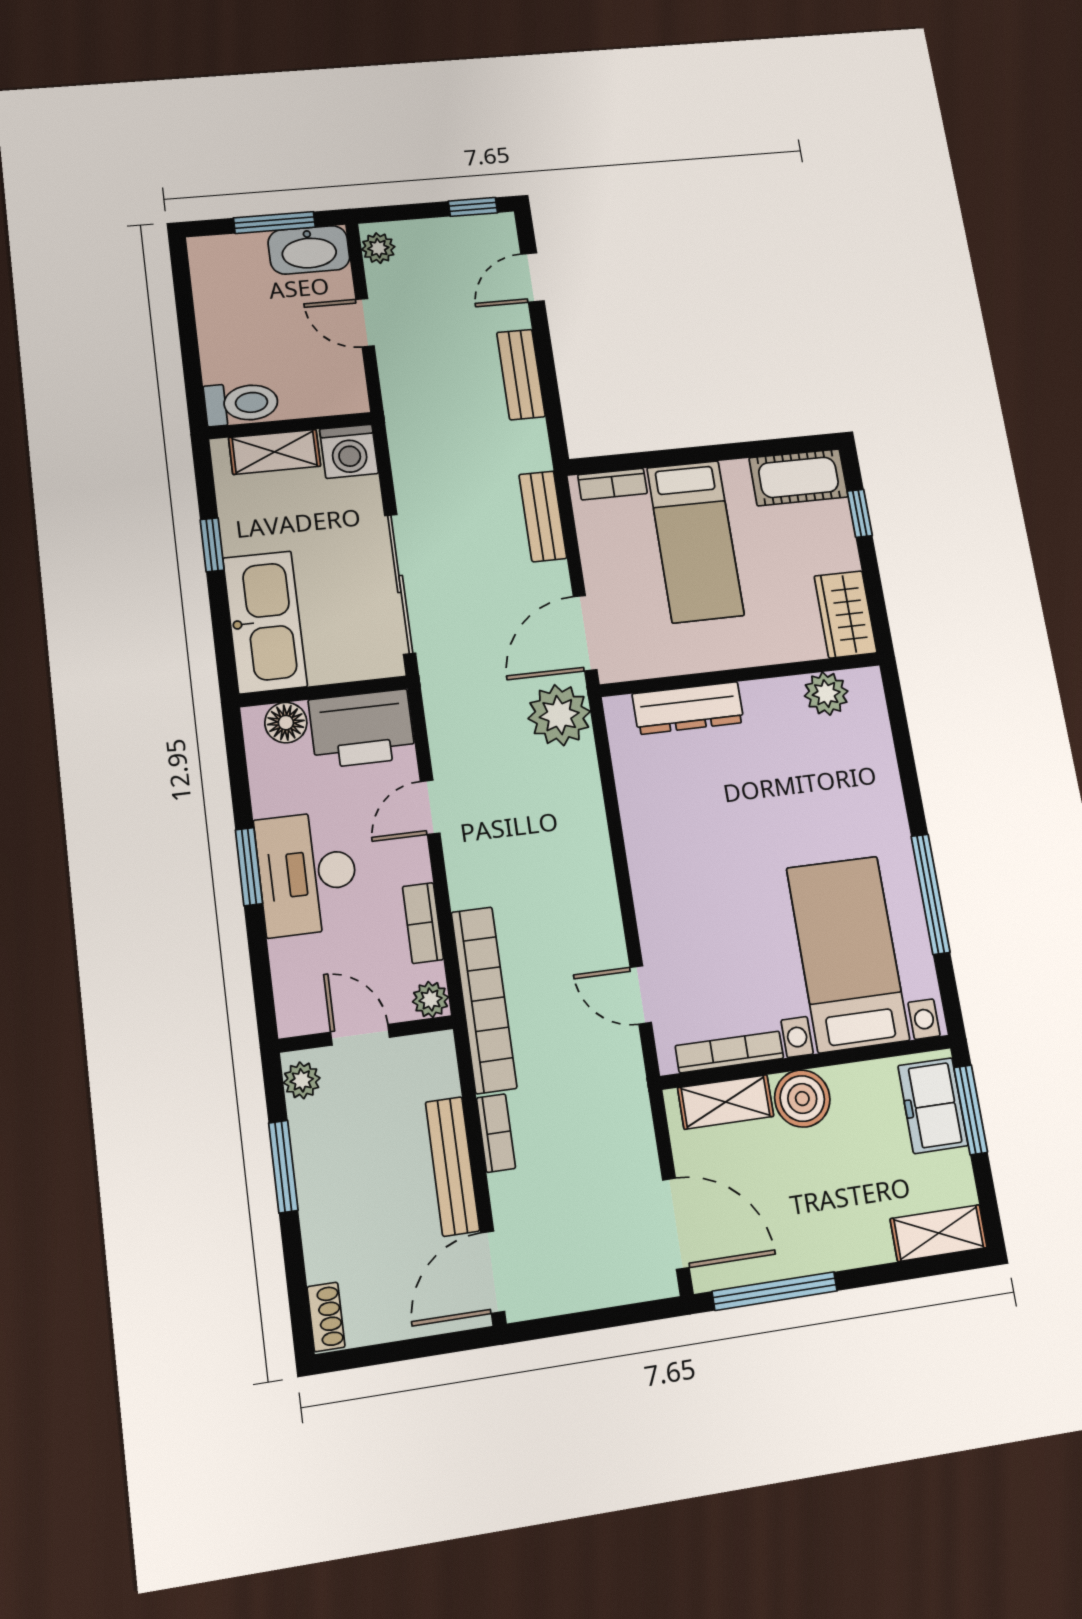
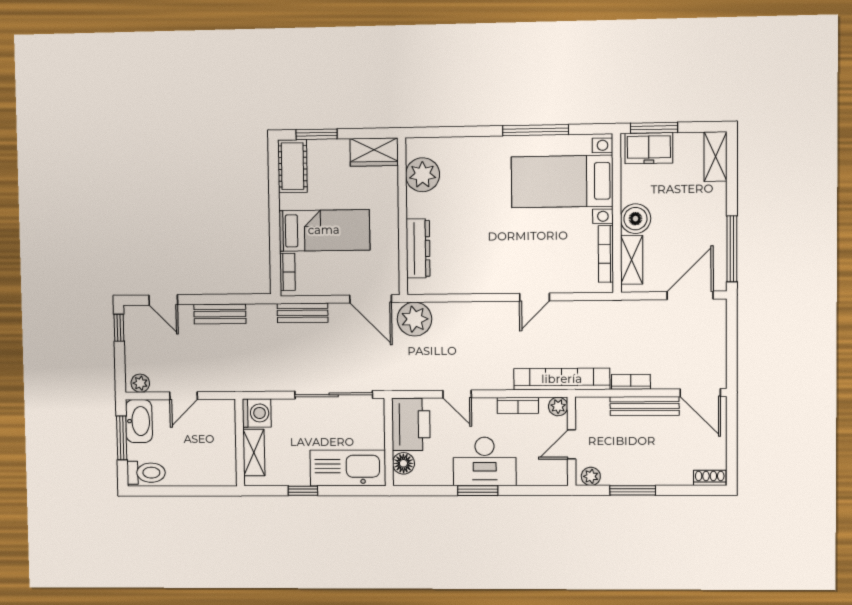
toilet: (241, 403) -> (146, 473), moved, turned 90
window: (860, 513) -> (317, 134), width x1.50
plant: (826, 694) -> (423, 175), width x1.36, depth x1.36
door: (641, 995) -> (535, 297), moved

